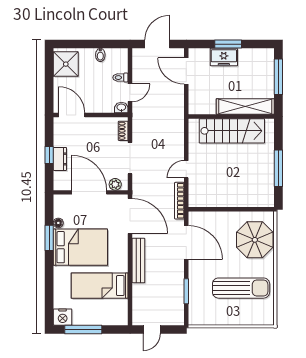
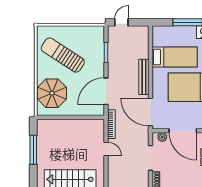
door: (186, 169) -> (106, 149), hinge flipped
door: (186, 242) -> (106, 91), hinge flipped
sun lounger: (241, 288) -> (63, 55), turned 33
door: (152, 329) -> (121, 22), moved

